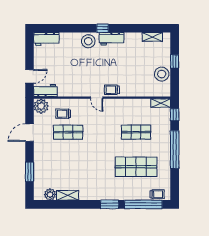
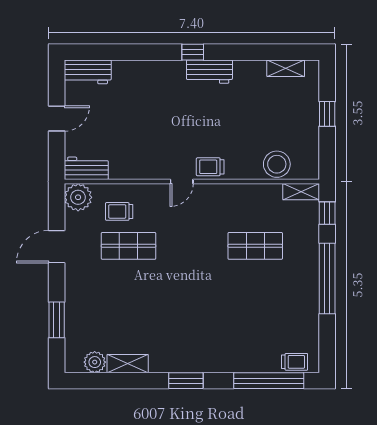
stool: (88, 41) -> (166, 76), removed
stool: (162, 74) -> (277, 164), moved
door: (30, 76) -> (57, 119), moved
door: (97, 98) -> (182, 182), hinge flipped
shop shelf: (136, 167) -> (255, 311), removed
window: (110, 204) -> (186, 381), moved

